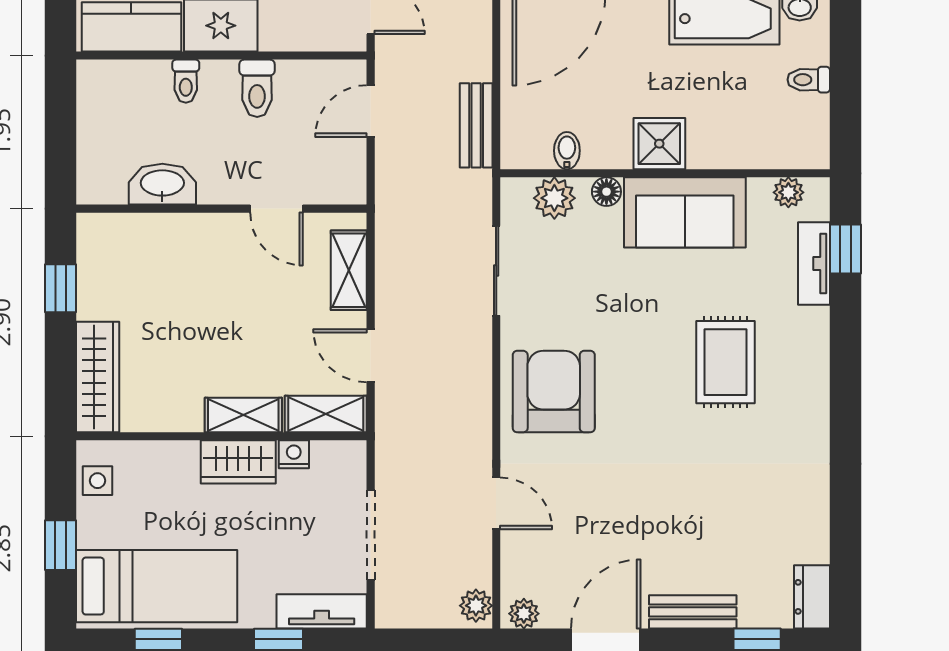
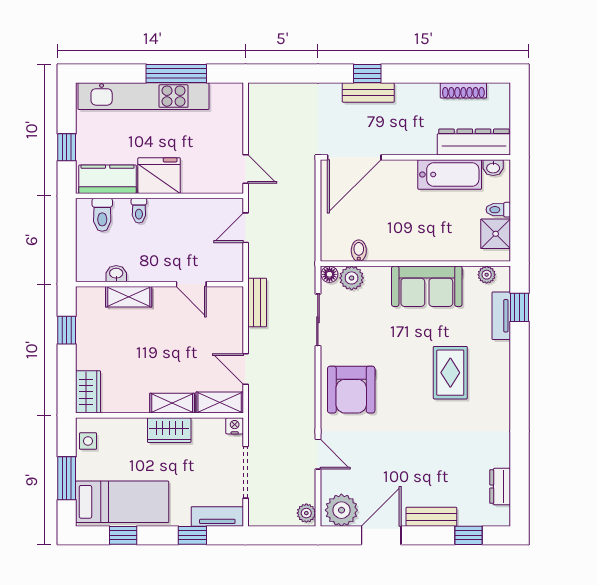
toilet: (257, 88) -> (102, 215), moved
bench: (476, 125) -> (257, 302), moved
shower: (659, 144) -> (496, 234), moved
washbasin: (162, 184) -> (116, 274), width x0.52, depth x0.69
floor lamp: (606, 192) -> (329, 274), moved
shelving: (349, 270) -> (129, 297), moved, turned 90
wardrobe: (98, 377) -> (88, 392), width x0.67
armchair: (554, 392) -> (351, 390), turned 180
nightstand: (294, 454) -> (235, 426), moved
window: (61, 545) -> (67, 478), width x1.50
dresser: (812, 597) -> (500, 487), moved
plant: (524, 614) -> (341, 510), width x1.88, depth x1.88

